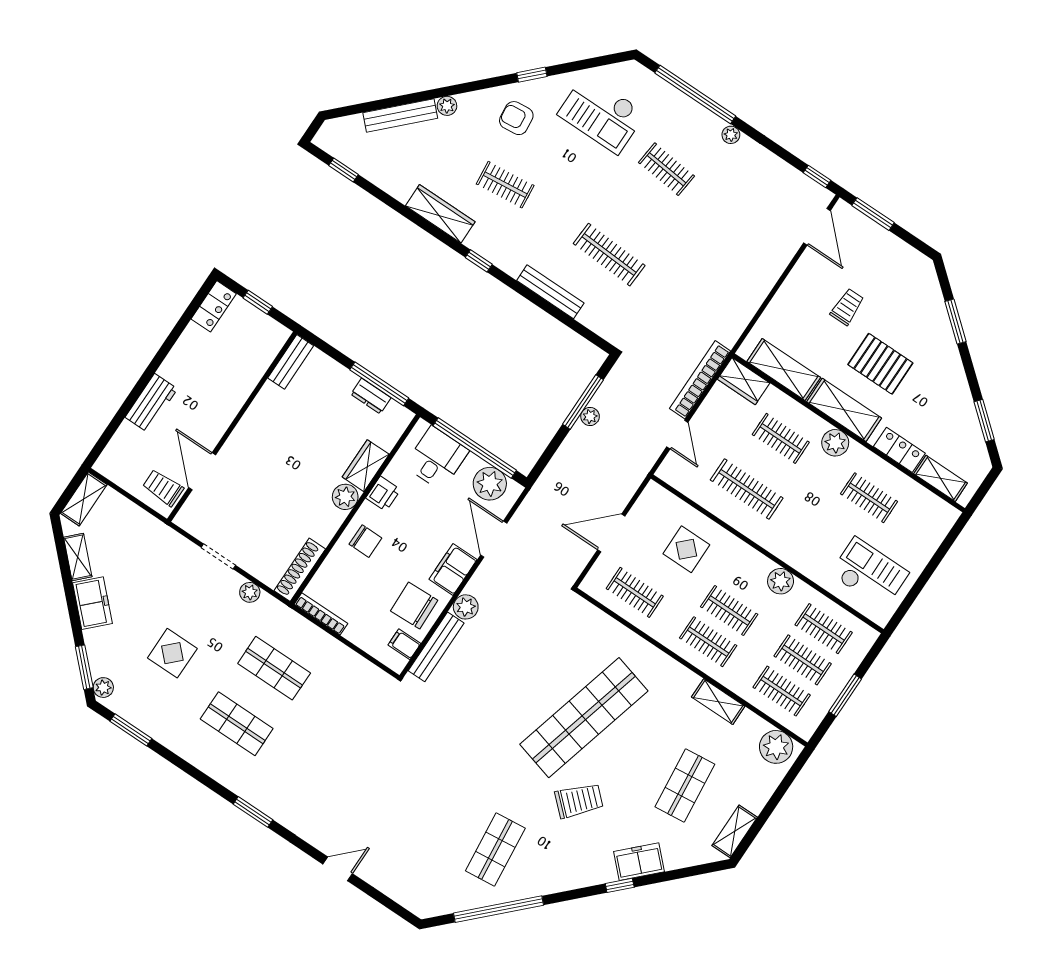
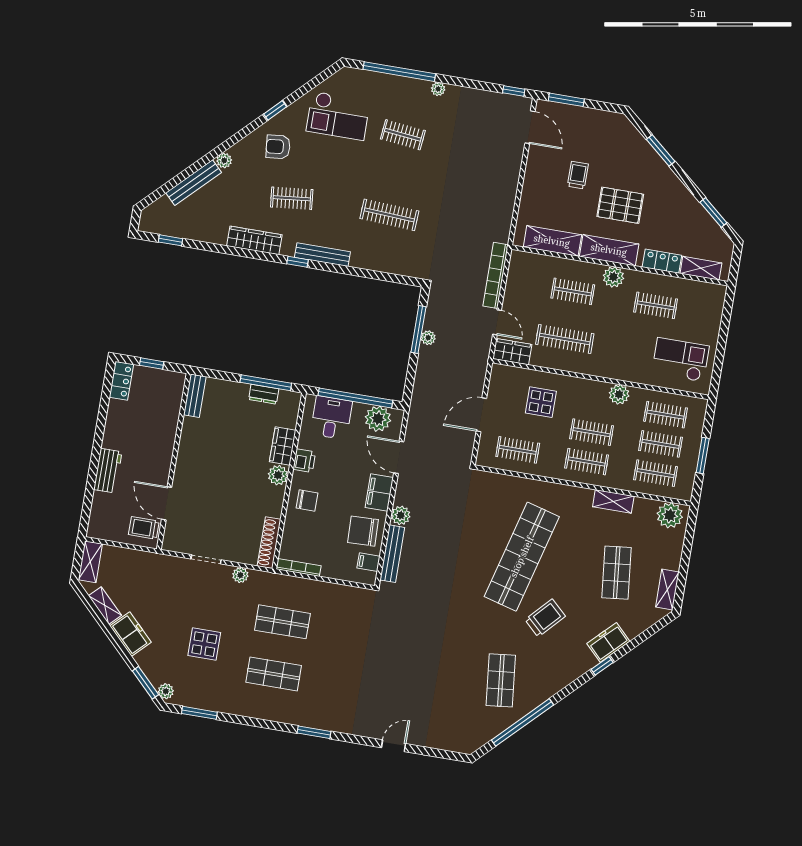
bench: (550, 292) -> (322, 255), moved
wardrobe: (744, 381) -> (512, 352), moved, turned 180

